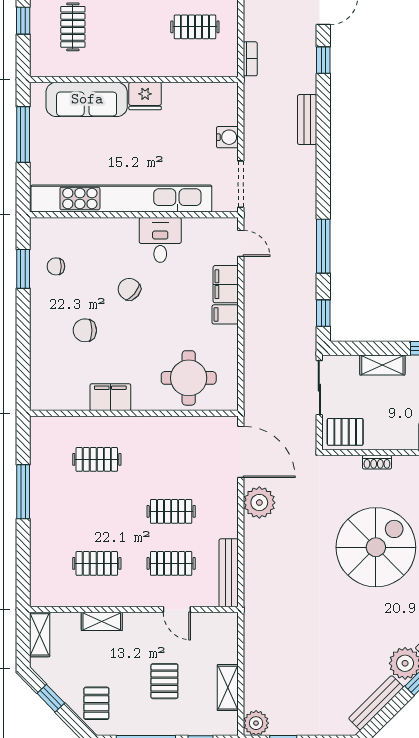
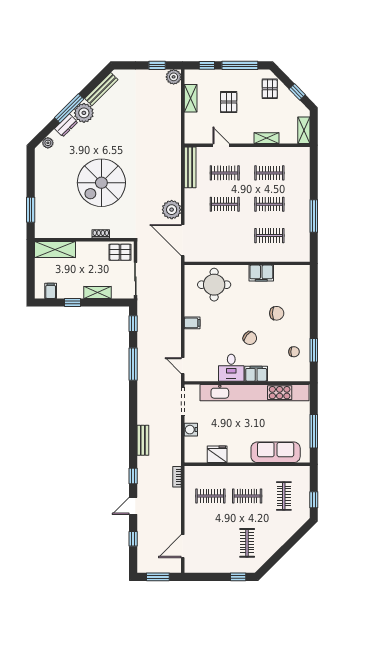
clothes rail: (134, 27) -> (247, 496), added
fridge: (145, 96) -> (217, 454), moved
filing cabinet: (226, 284) -> (256, 374), moved, turned -90
clothes rail: (97, 511) -> (269, 204), added

